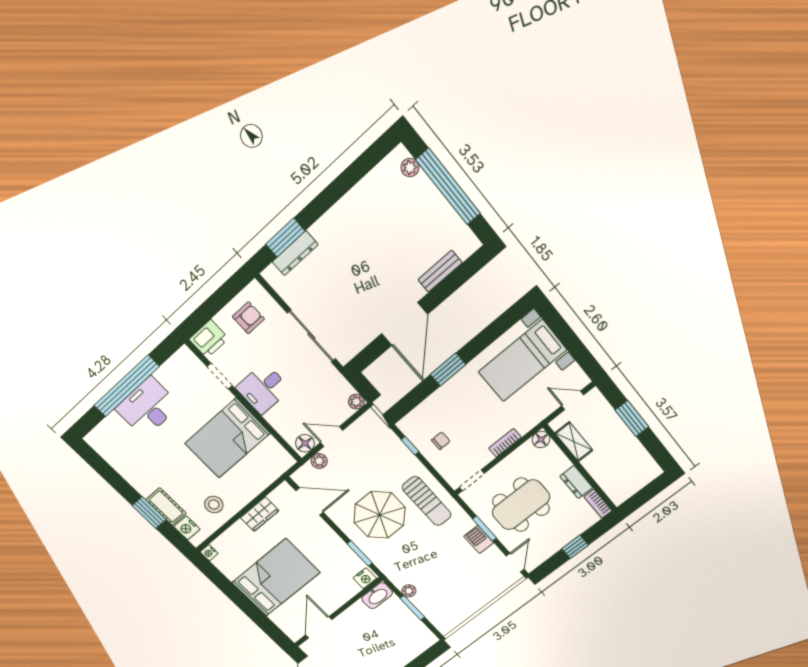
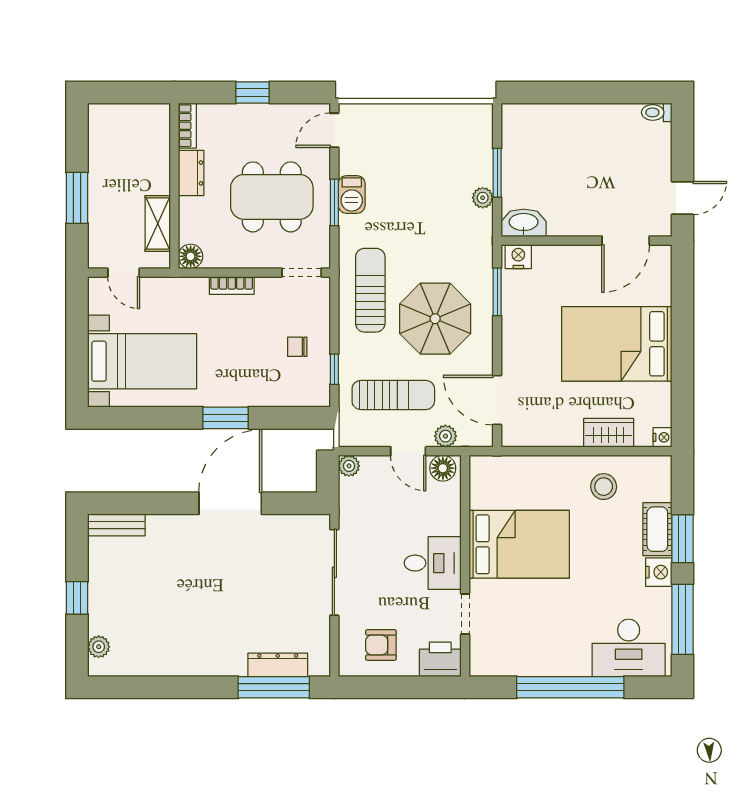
window: (448, 187) -> (77, 598), width x0.32
window: (285, 238) -> (274, 687), width x1.44
bench: (440, 271) -> (116, 525), moved
desk: (148, 407) -> (629, 648), moved
sun lounger: (366, 459) -> (393, 395), added
window: (107, 473) -> (682, 619), added
wardrobe: (260, 514) -> (609, 433), moved
nightstand: (187, 528) -> (659, 572), moved

